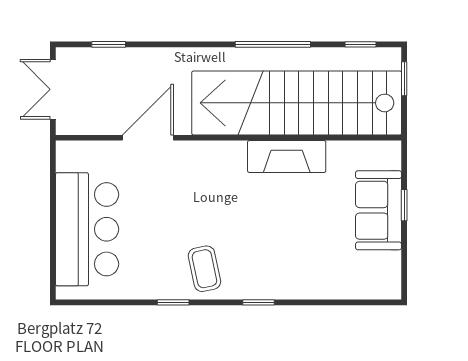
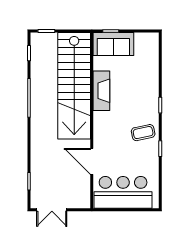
stairs: (297, 103) -> (74, 86), moved
door: (148, 138) -> (92, 161), moved
wall: (229, 138) -> (92, 120), moved
fireplace: (287, 157) -> (101, 91), moved

